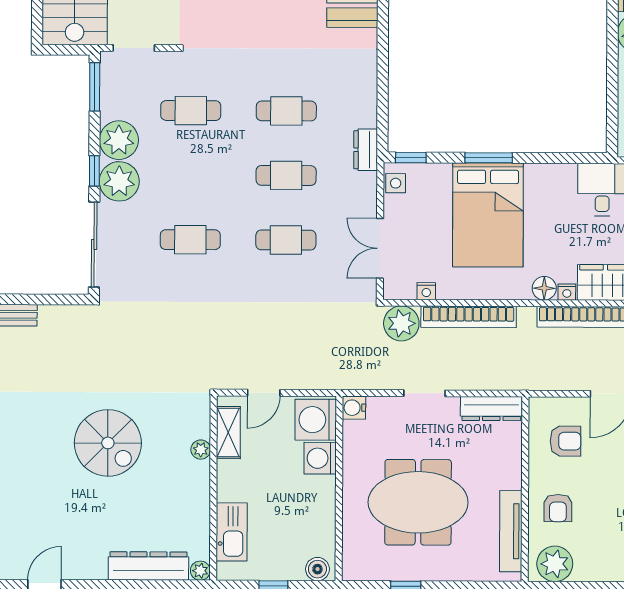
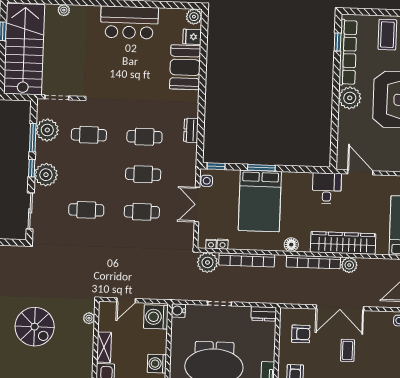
window: (95, 87) -> (33, 138), moved
plant: (119, 140) -> (47, 130), moved
dresser: (366, 150) -> (191, 130), moved
sliding door: (94, 244) -> (30, 211), width x0.73
double door: (380, 248) -> (197, 205), moved
nightstand: (567, 292) -> (211, 244), moved
dresser: (491, 409) -> (264, 314), width x0.70
shelving: (228, 433) -> (104, 347), moved
plant: (201, 450) -> (89, 318), moved
washing machine: (320, 458) -> (157, 364), moved

